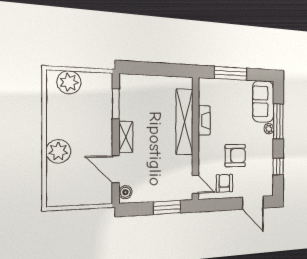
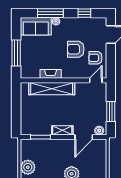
armchair: (235, 156) -> (76, 49), turned -90
window: (167, 207) -> (111, 111), moved

